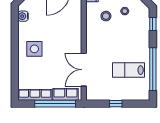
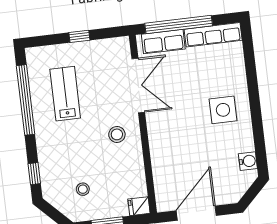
stool: (106, 16) -> (117, 134), moved
lab bench: (128, 70) -> (65, 94), turned -90

